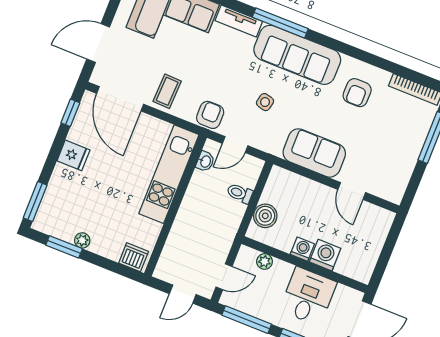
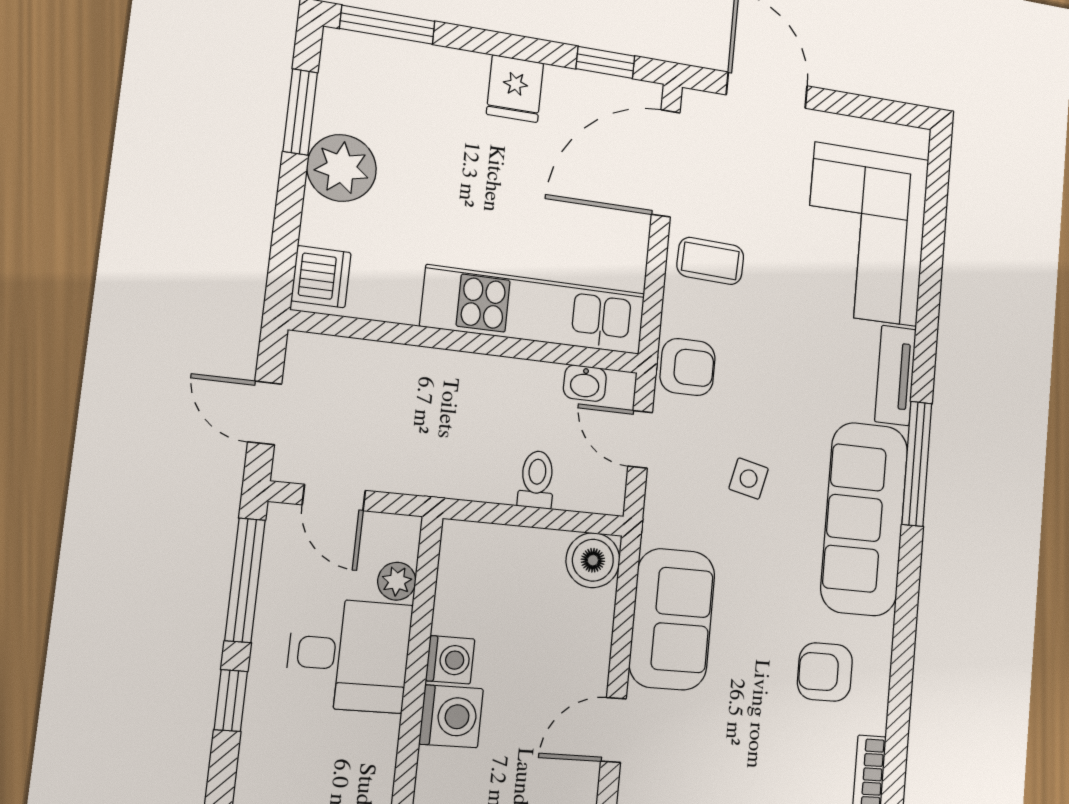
boiler: (265, 216) -> (593, 560), moved
plant: (82, 240) -> (342, 168), width x1.87, depth x1.87
desk: (308, 296) -> (349, 655), moved

